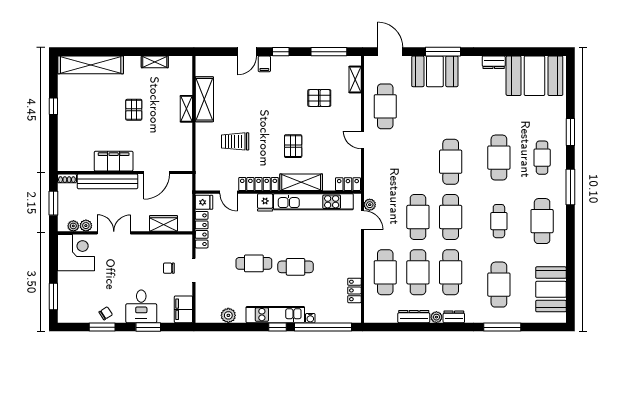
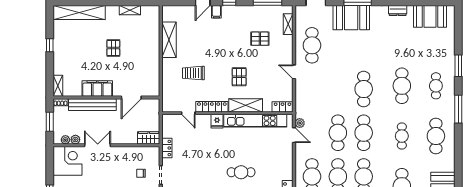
booth: (534, 76) -> (430, 16), width x0.73, depth x0.70
shelving: (186, 109) -> (58, 86), moved
fridge: (204, 202) -> (169, 121), removed
wardrobe: (164, 223) -> (149, 138), moved
locker: (202, 230) -> (167, 148), width x0.66
cafe table: (254, 263) -> (208, 169), removed

